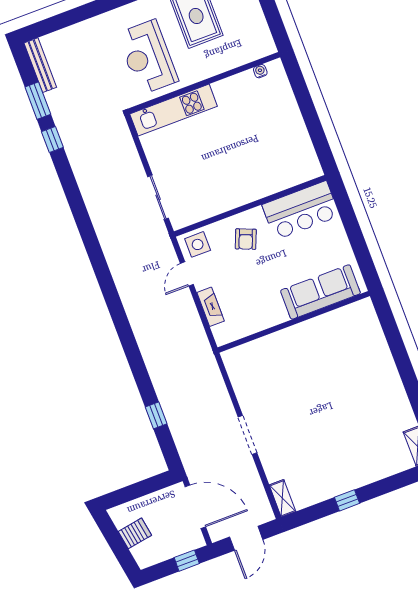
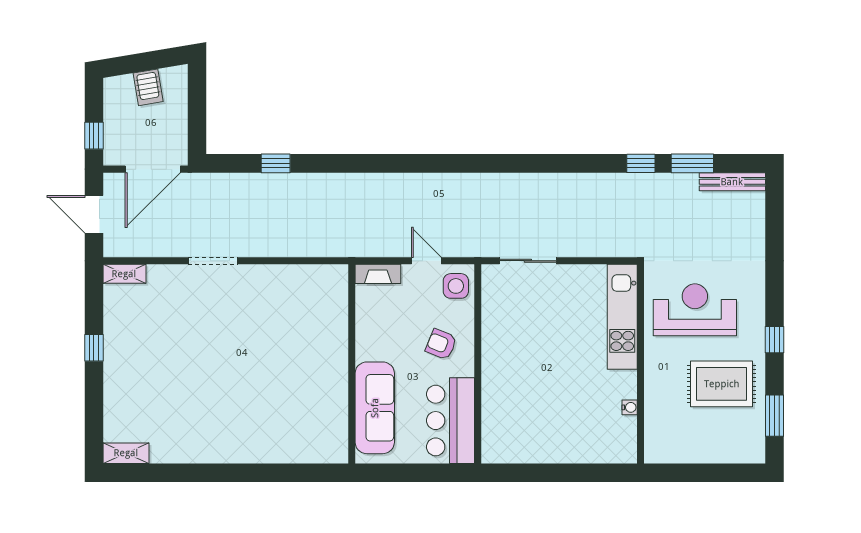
water cooler: (260, 71) -> (630, 407), moved
sofa: (320, 292) -> (375, 408), moved
wall: (294, 322) -> (352, 364), moved

